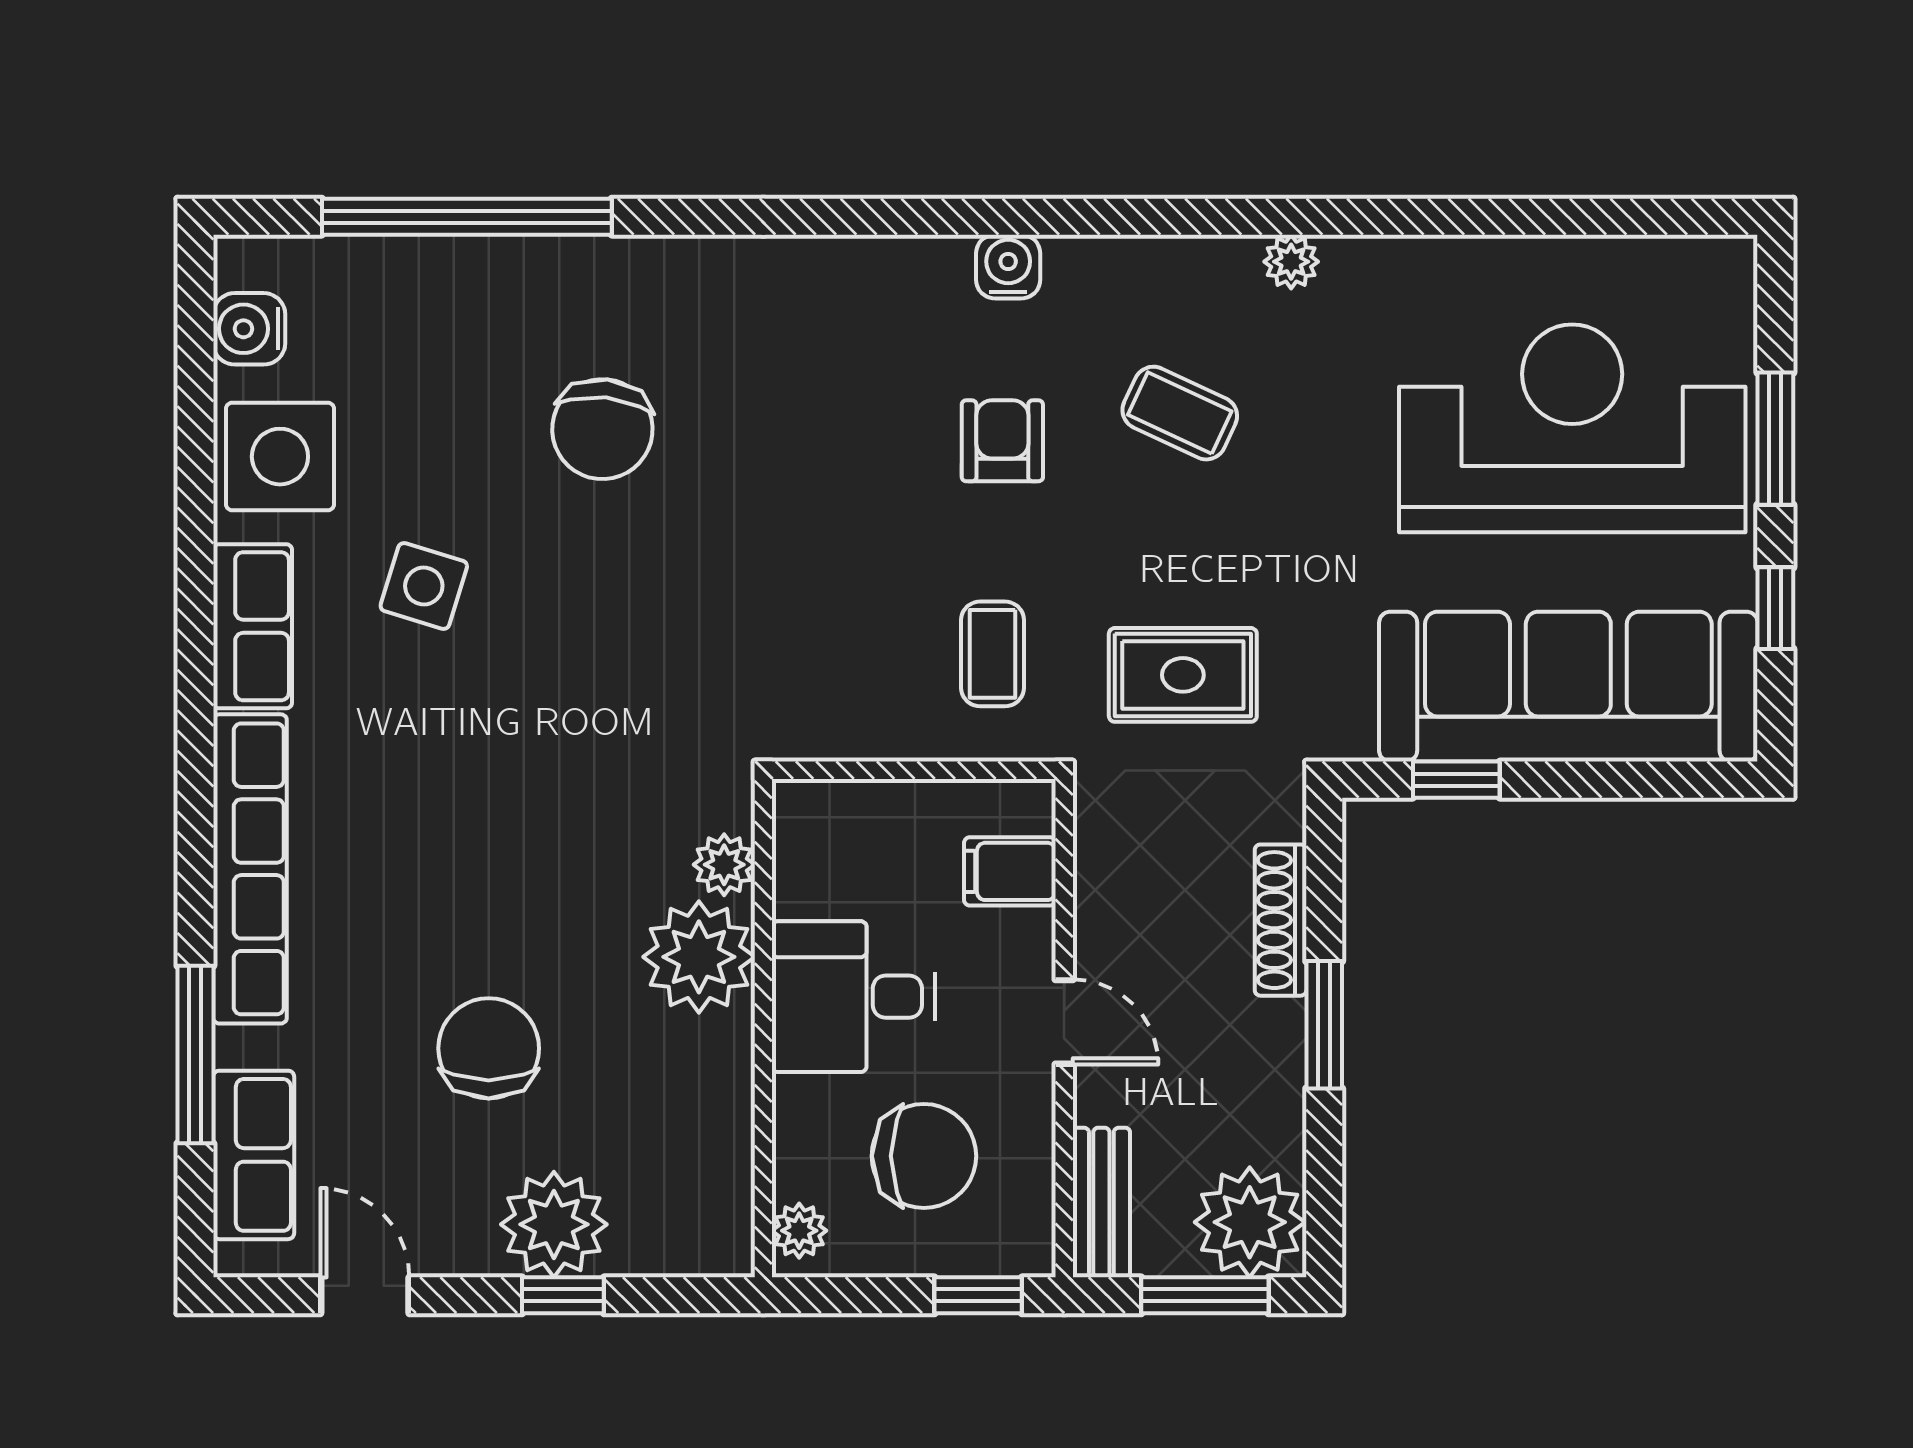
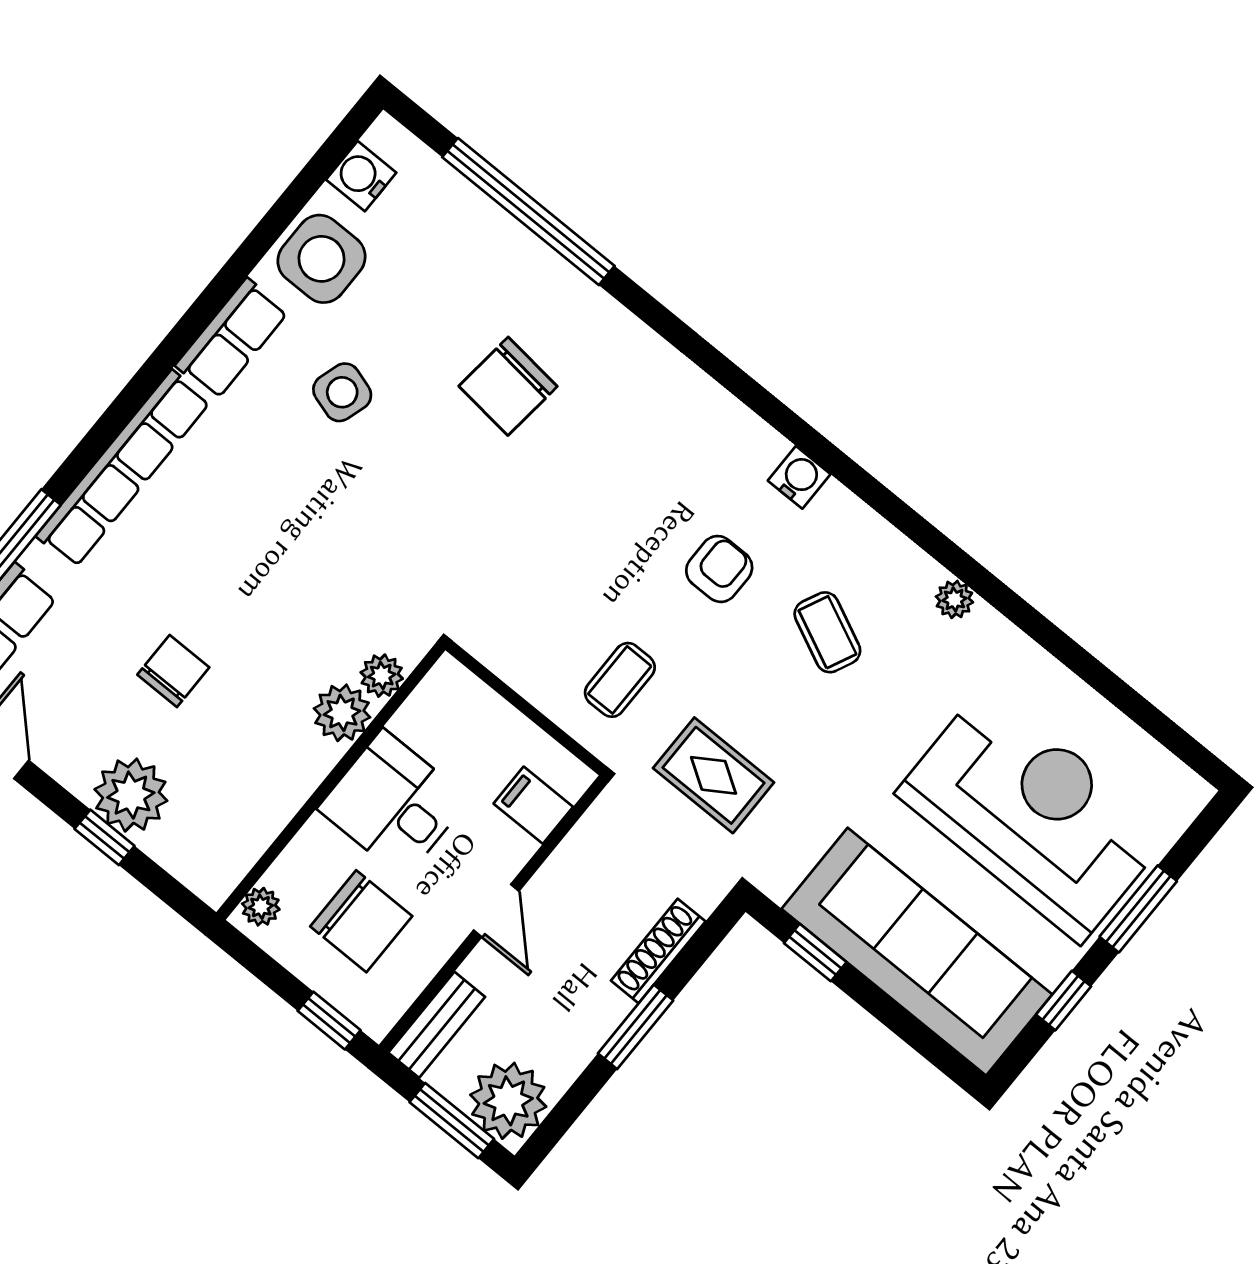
plant: (699, 957) -> (342, 713), width x0.73, depth x0.73
chair: (489, 1048) -> (173, 671), width x0.73, depth x0.73

